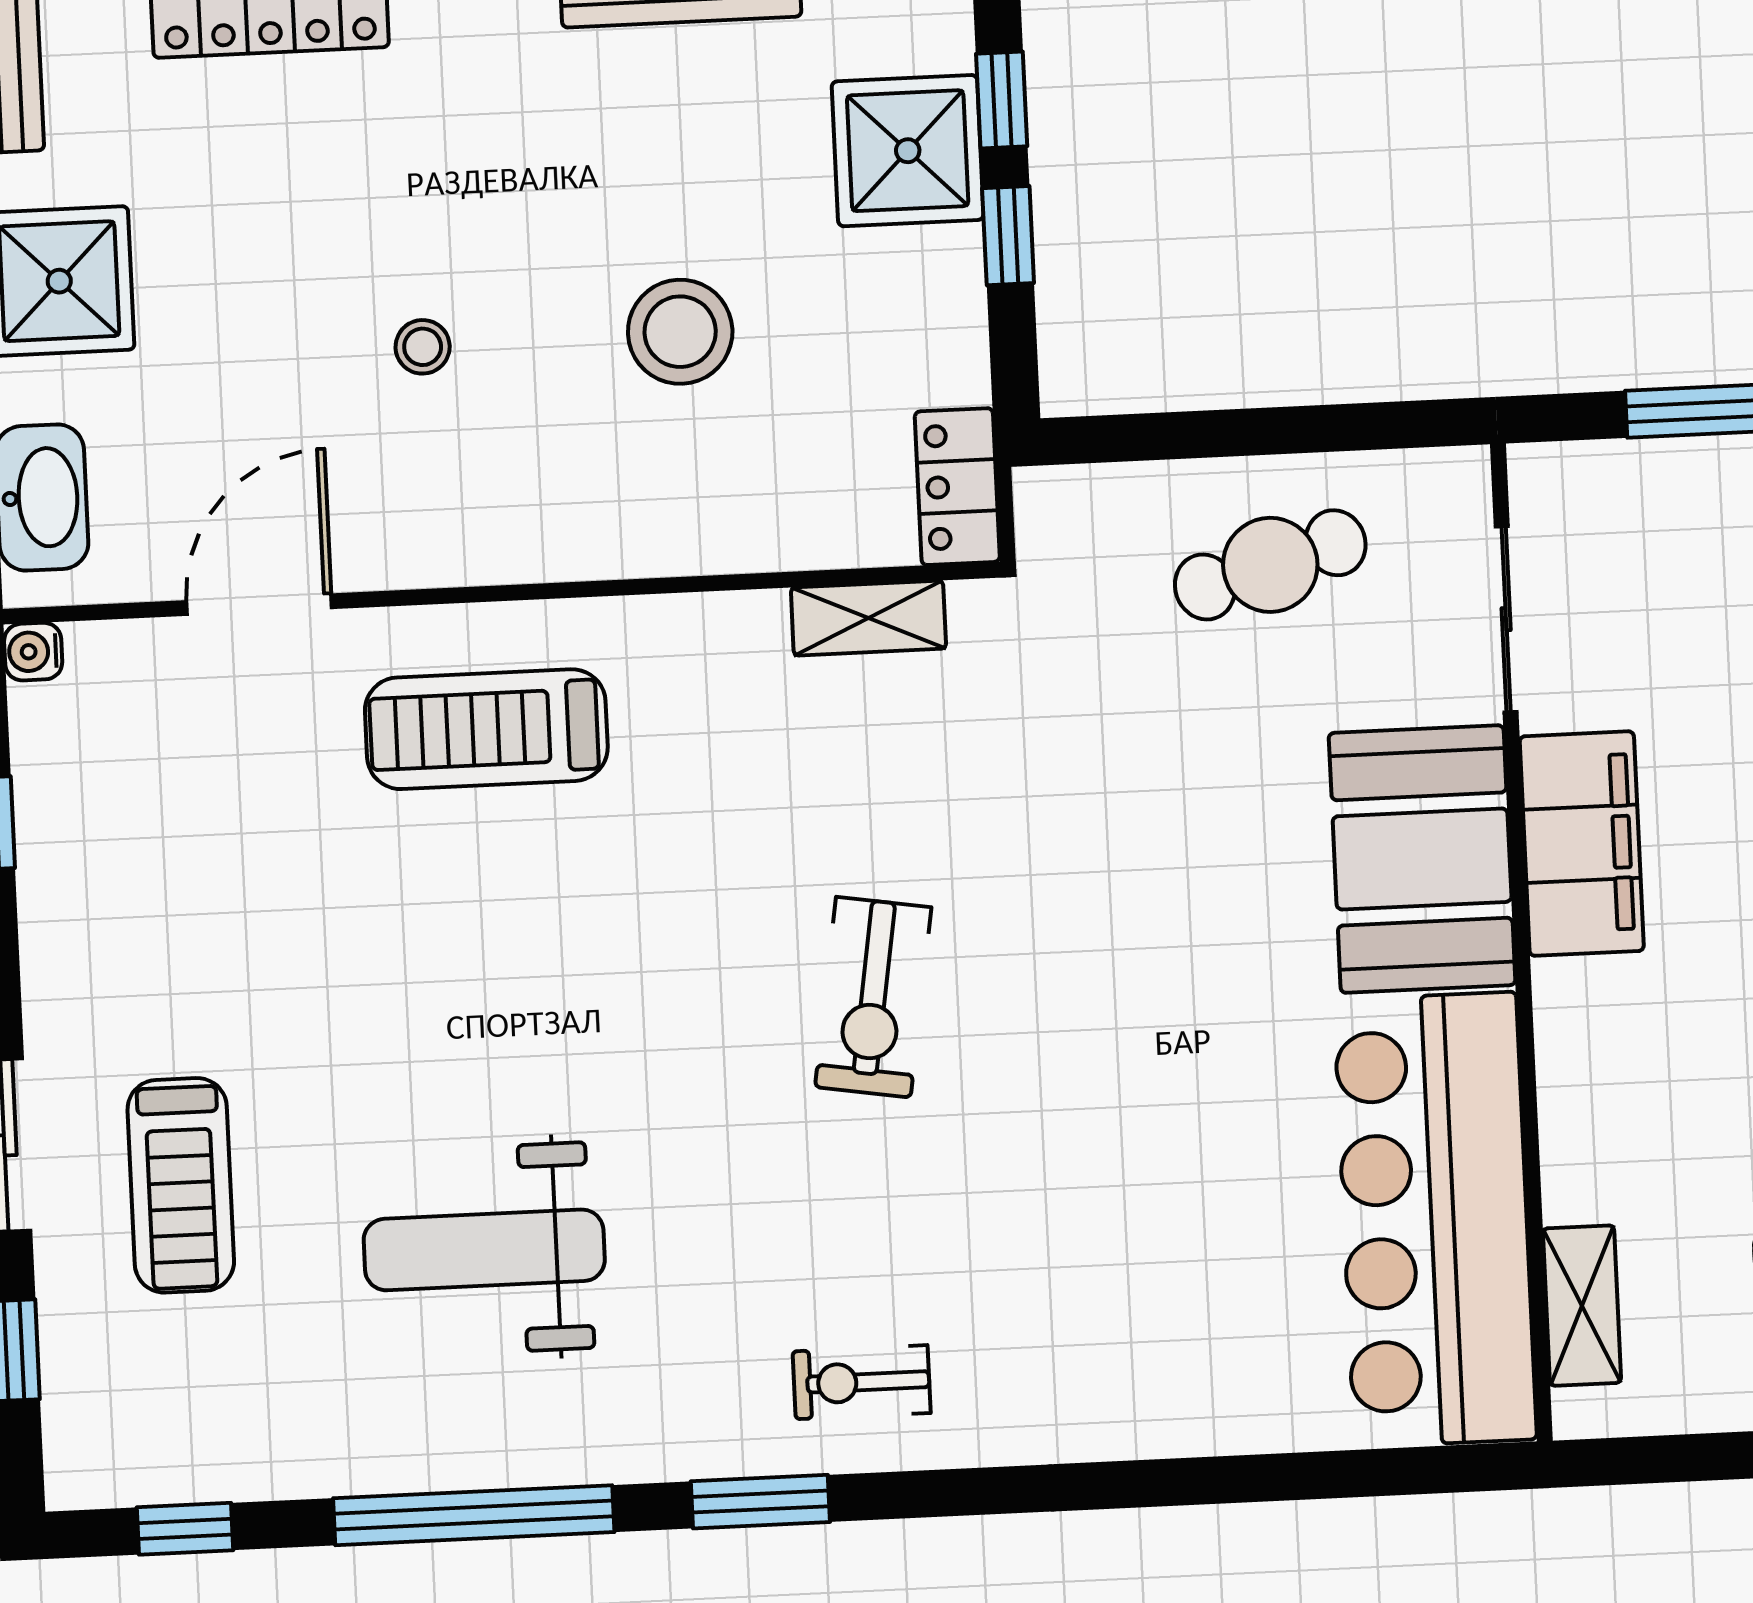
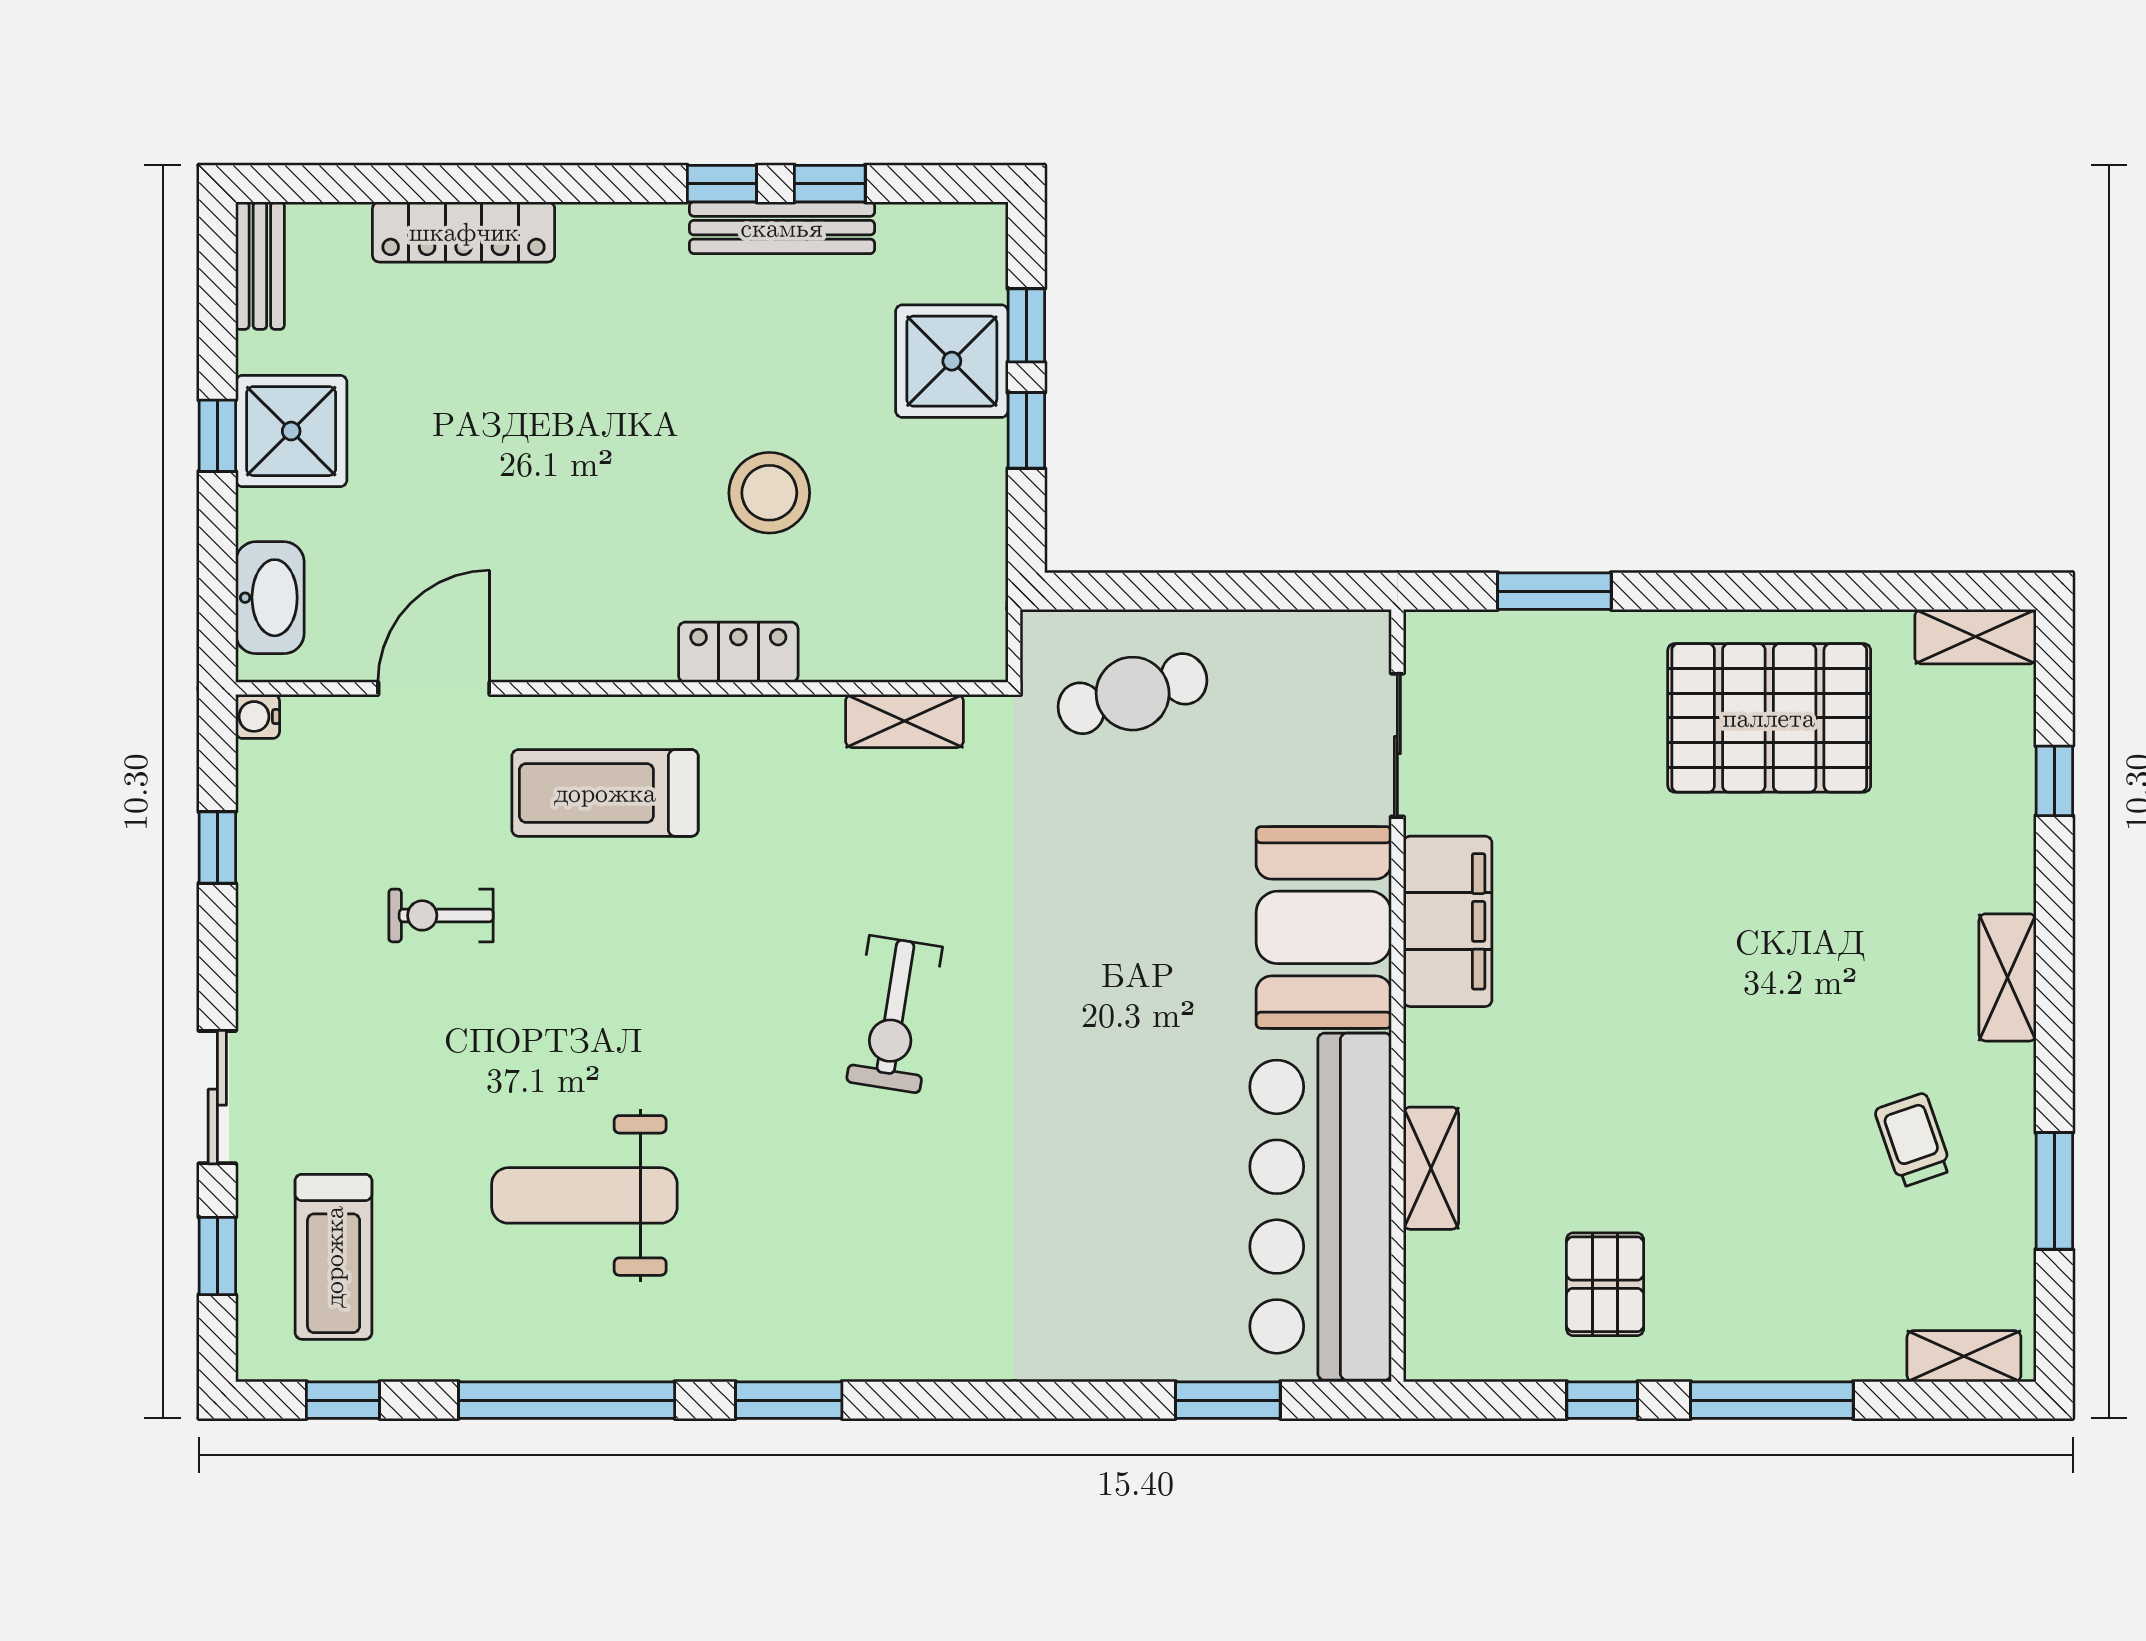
stool: (423, 347) -> (570, 495), removed
locker: (957, 487) -> (738, 652), moved, turned 90
cafe table: (1270, 565) -> (1133, 694), moved
treadmill: (181, 1185) -> (334, 1257), moved
shelving: (1582, 1306) -> (1431, 1168), moved
exercise bike: (862, 1382) -> (441, 915), moved
window: (1327, 1475) -> (1228, 1400), added

